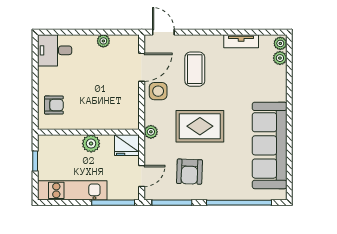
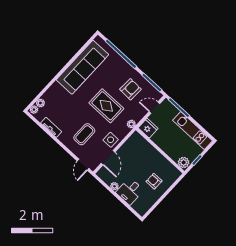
desk: (55, 50) -> (130, 191), moved, turned 90
door: (142, 67) -> (108, 158), swing flipped
armchair: (54, 105) -> (154, 181), moved
plant: (91, 144) -> (184, 162), moved

